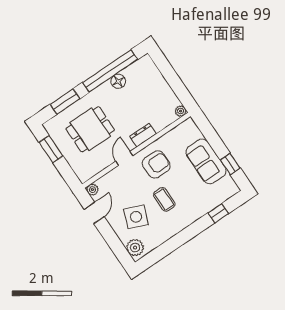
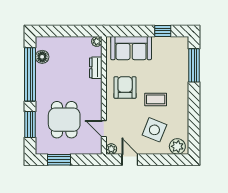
floor lamp: (118, 81) -> (42, 57), moved
dresser: (143, 135) -> (96, 68), moved
door: (124, 158) -> (104, 129), moved
sofa: (206, 161) -> (131, 48), moved
window: (218, 213) -> (194, 65), width x2.17

